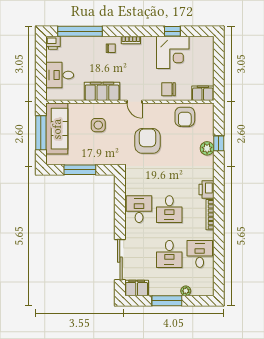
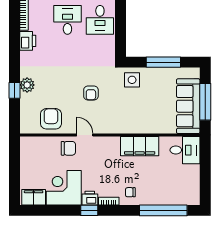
window: (172, 31) -> (89, 210), moved
printer: (53, 43) -> (90, 198), moved
desk: (60, 75) -> (185, 150), moved
filing cabinet: (203, 93) -> (34, 197), moved, turned 180
door: (135, 102) -> (85, 135), moved
side table: (98, 125) -> (132, 80), moved
armchair: (147, 141) -> (91, 93), width x0.53, depth x0.53

